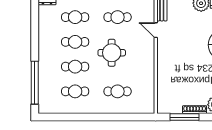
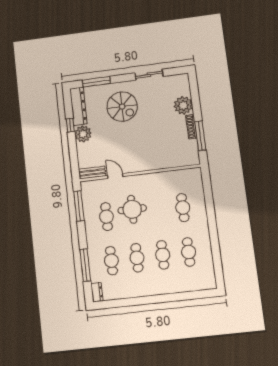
door: (156, 30) -> (115, 176), swing flipped
round table: (112, 53) -> (132, 209), moved
window: (35, 83) -> (185, 296), removed

